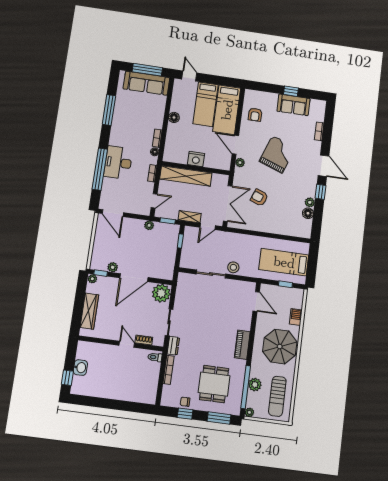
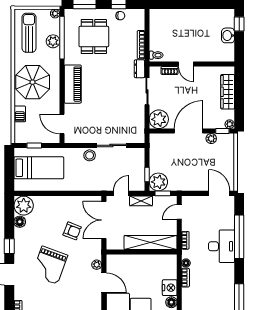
grand piano: (277, 154) -> (50, 265), moved
nightstand: (196, 159) -> (170, 288), moved, turned 90
plant: (310, 202) -> (24, 206), moved, width x1.88, depth x1.88
plant: (149, 225) -> (158, 182), moved, width x1.87, depth x1.87
piano: (242, 345) -> (73, 84), width x1.37, depth x1.33

